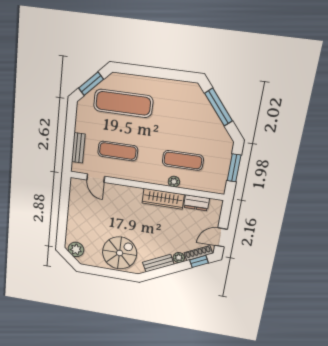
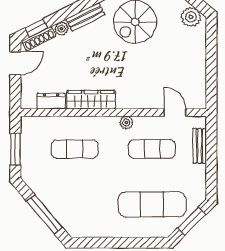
plant: (174, 182) -> (126, 122), moved

